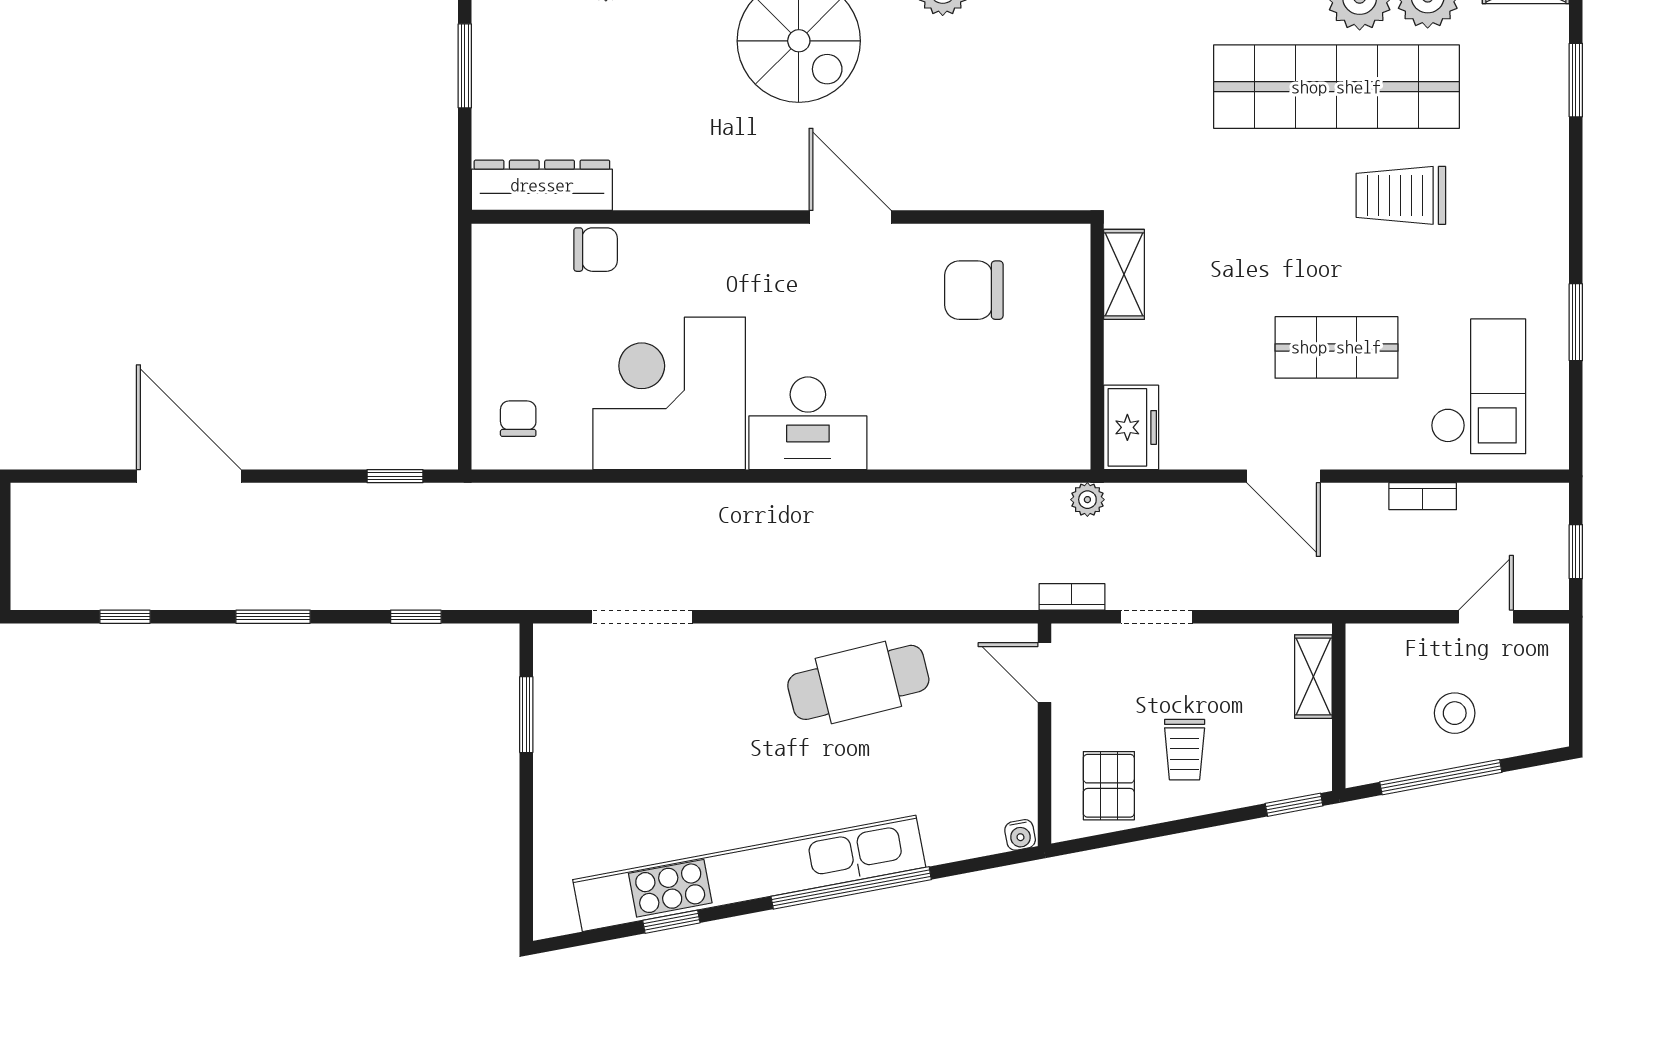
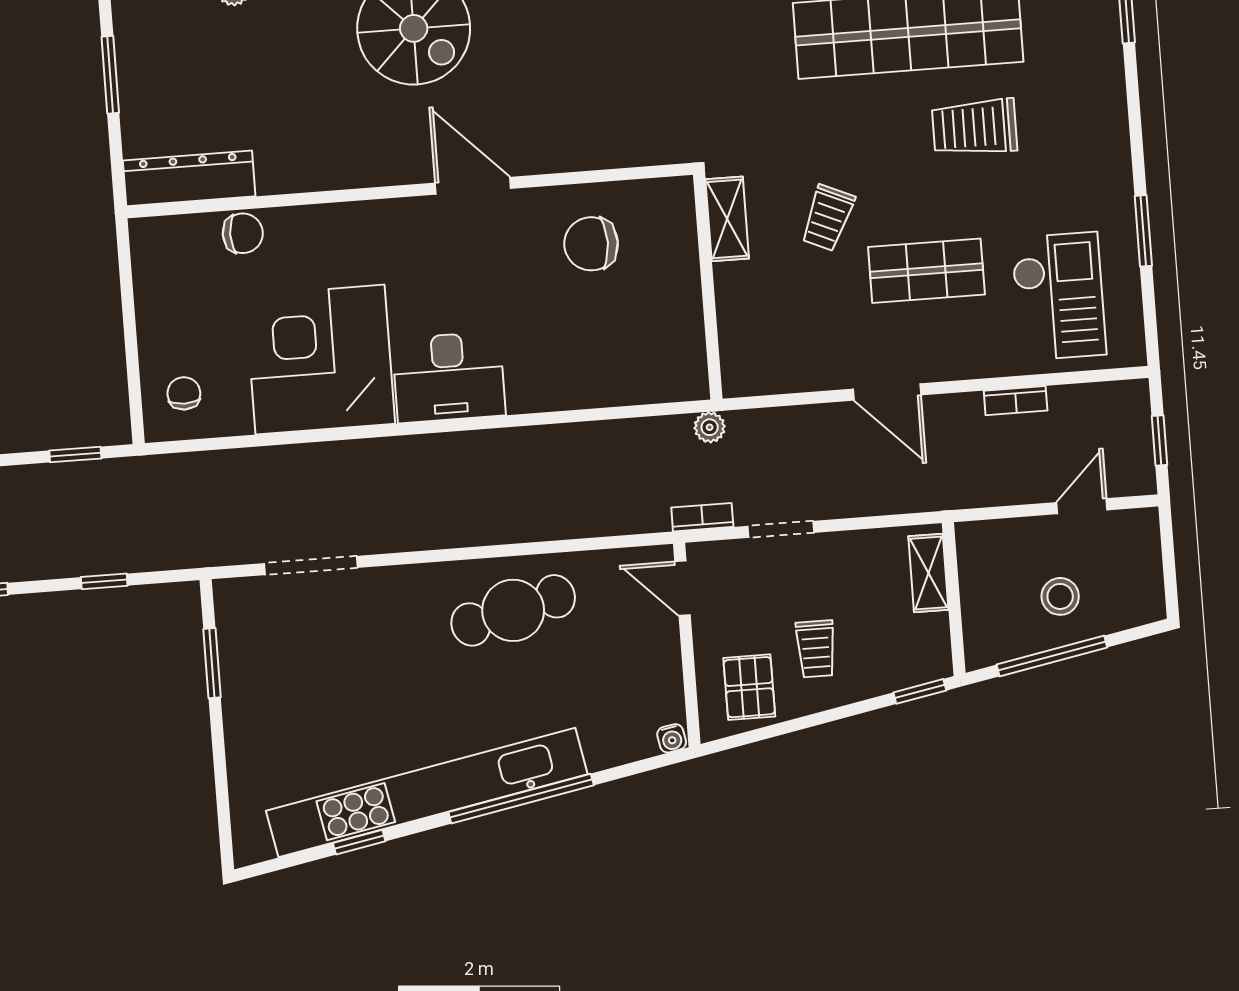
trolley: (1234, 282) -> (828, 218), added
freezer: (1131, 427) -> (744, 358), removed

